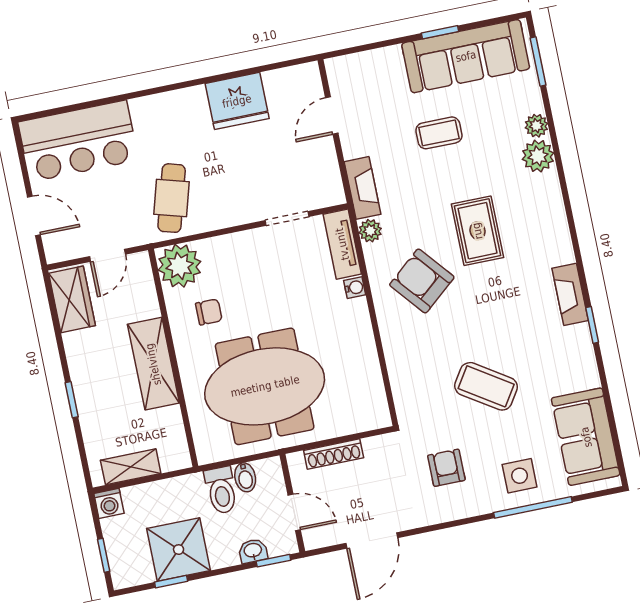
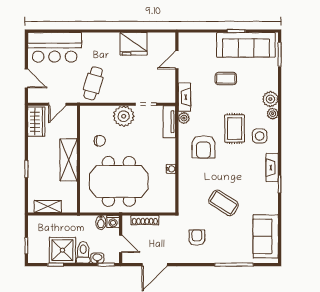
plant: (536, 126) -> (273, 114), moved
plant: (180, 266) -> (124, 116), moved
armchair: (422, 281) -> (203, 147), turned -140
water cooler: (355, 288) -> (171, 169), moved
side table: (520, 476) -> (260, 136), moved
toilet: (221, 490) -> (83, 252), moved, turned 180
washing machine: (109, 503) -> (113, 222), moved

